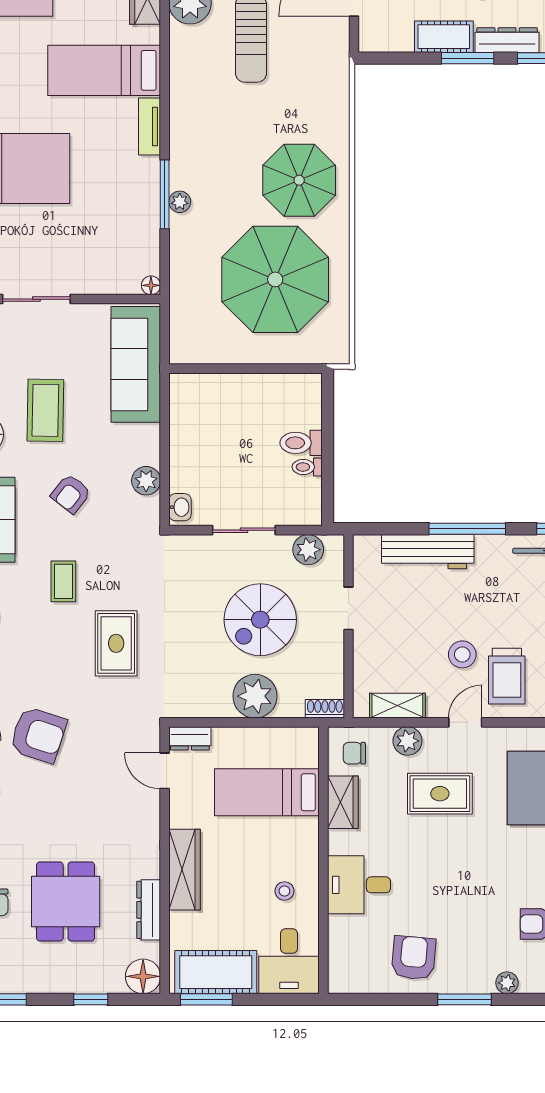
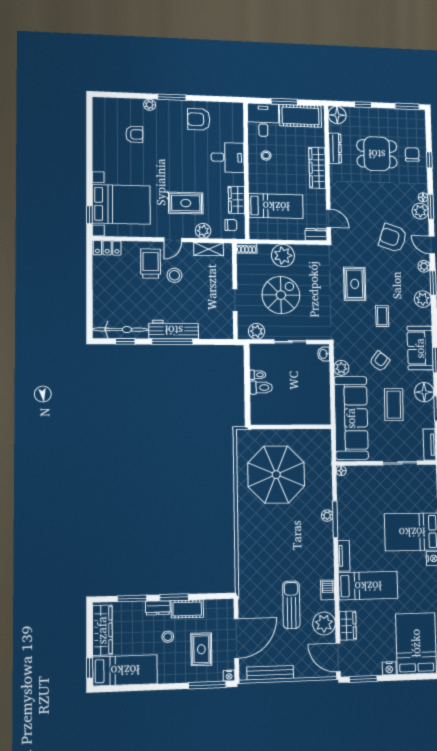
dresser: (507, 40) -> (158, 608), width x0.70
barbecue: (182, 64) -> (328, 590), added
parasol: (299, 180) -> (264, 528), removed
sofa: (136, 364) -> (351, 418), width x1.36, depth x1.27
workbench: (428, 552) -> (174, 330), moved
dining table: (66, 902) -> (377, 154), turned 90
armchair: (414, 958) -> (199, 119), turned 85
window: (206, 999) -> (284, 102), moved

